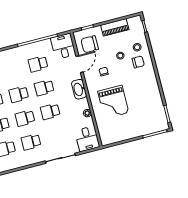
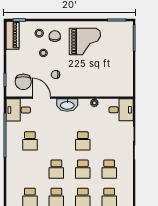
piano: (115, 27) -> (12, 35), moved
school desk: (44, 88) -> (56, 141), removed
grand piano: (113, 102) -> (85, 42), moved

